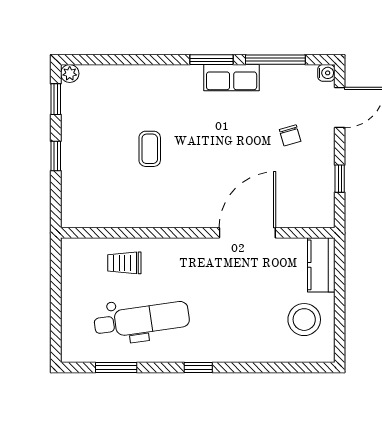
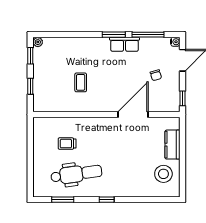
wall: (198, 233) -> (106, 115), moved
door: (247, 233) -> (133, 115), moved

